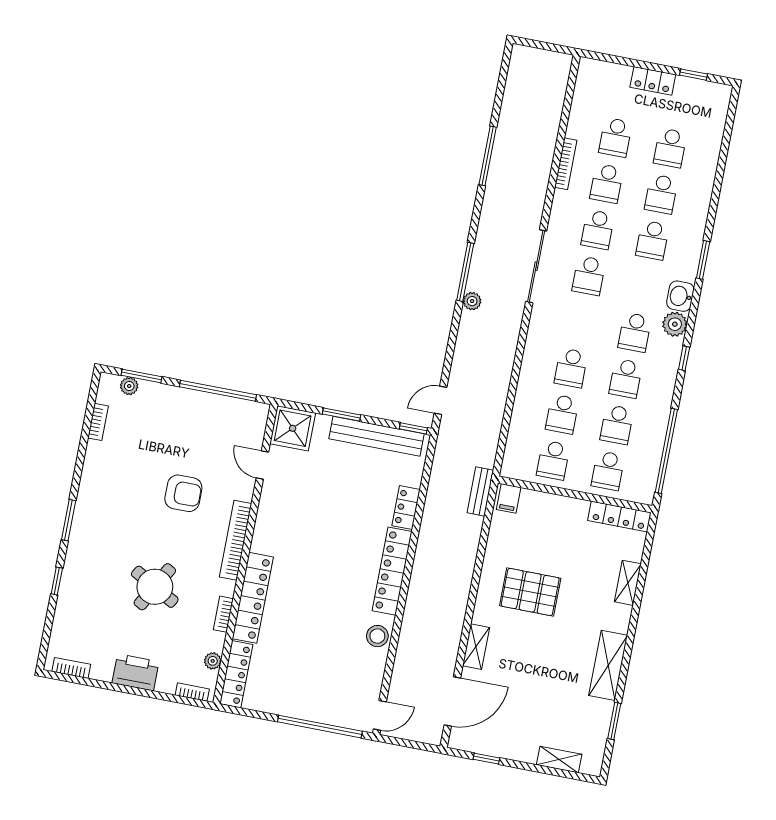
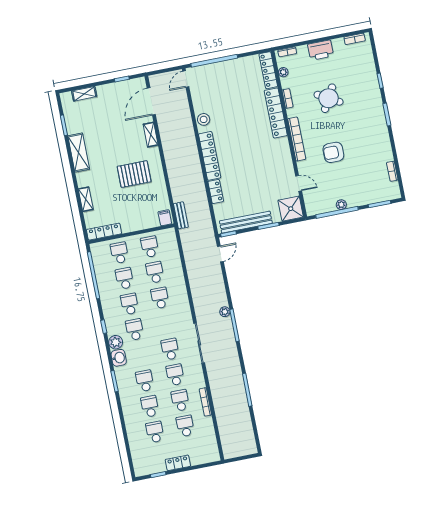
plant: (129, 386) -> (341, 205), moved

